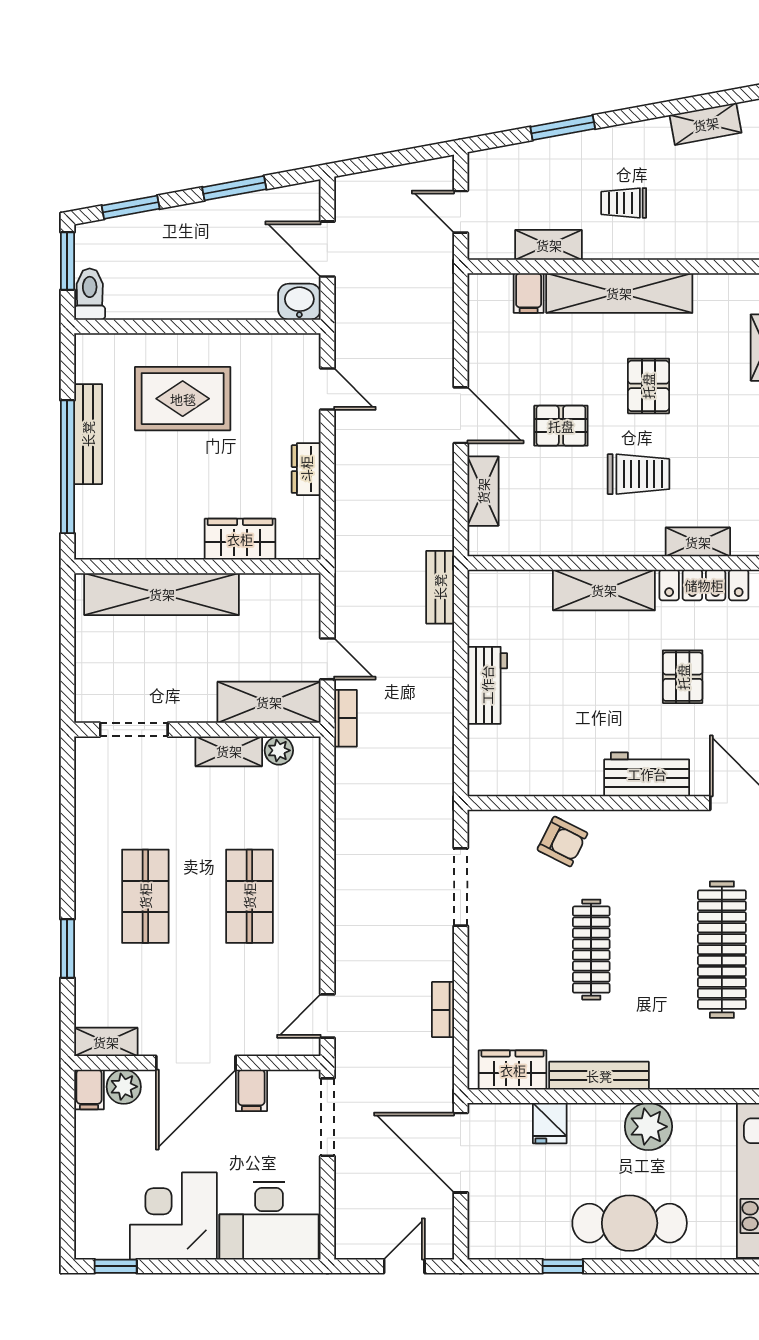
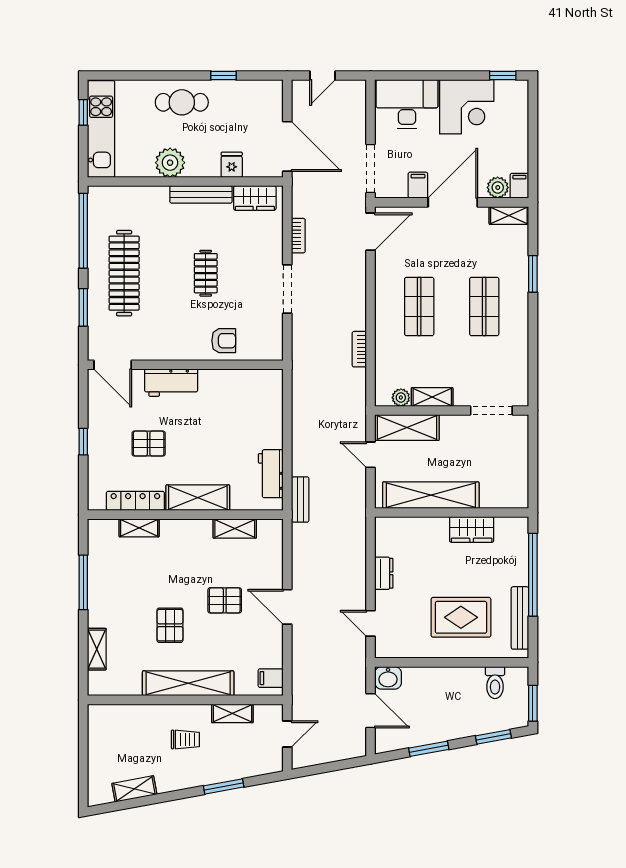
door: (461, 212) -> (287, 734), hinge flipped
filing cabinet: (529, 293) -> (271, 678), moved, turned -90
toilet: (90, 294) -> (495, 683), moved
bench: (88, 434) -> (520, 618), moved
trolley: (639, 474) -> (176, 570), removed
shelving: (483, 491) -> (235, 529), moved, turned 90
wardrobe: (240, 539) -> (472, 529), moved
shelving: (162, 594) -> (431, 495), moved
pallet: (683, 677) -> (149, 444), turned 90
workbench: (487, 685) -> (271, 474), moved
bookcase: (345, 718) -> (359, 349), moved
armchair: (562, 841) -> (224, 341), turned 153
doorway: (461, 887) -> (287, 289), moved
clothes rail: (591, 950) -> (206, 273), width x0.73
door: (327, 1016) -> (371, 232), width x1.38
cafe table: (630, 1223) -> (182, 102), width x0.73, depth x0.74

